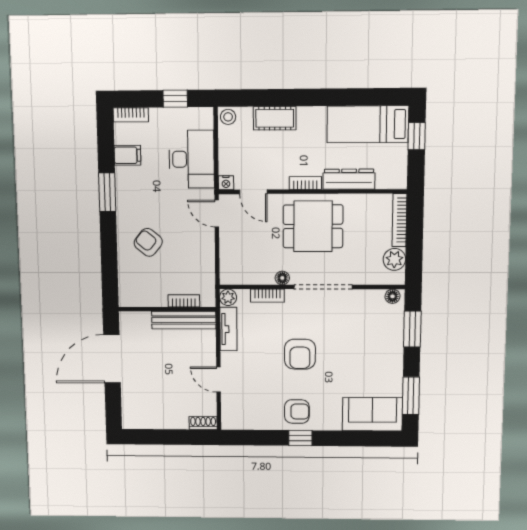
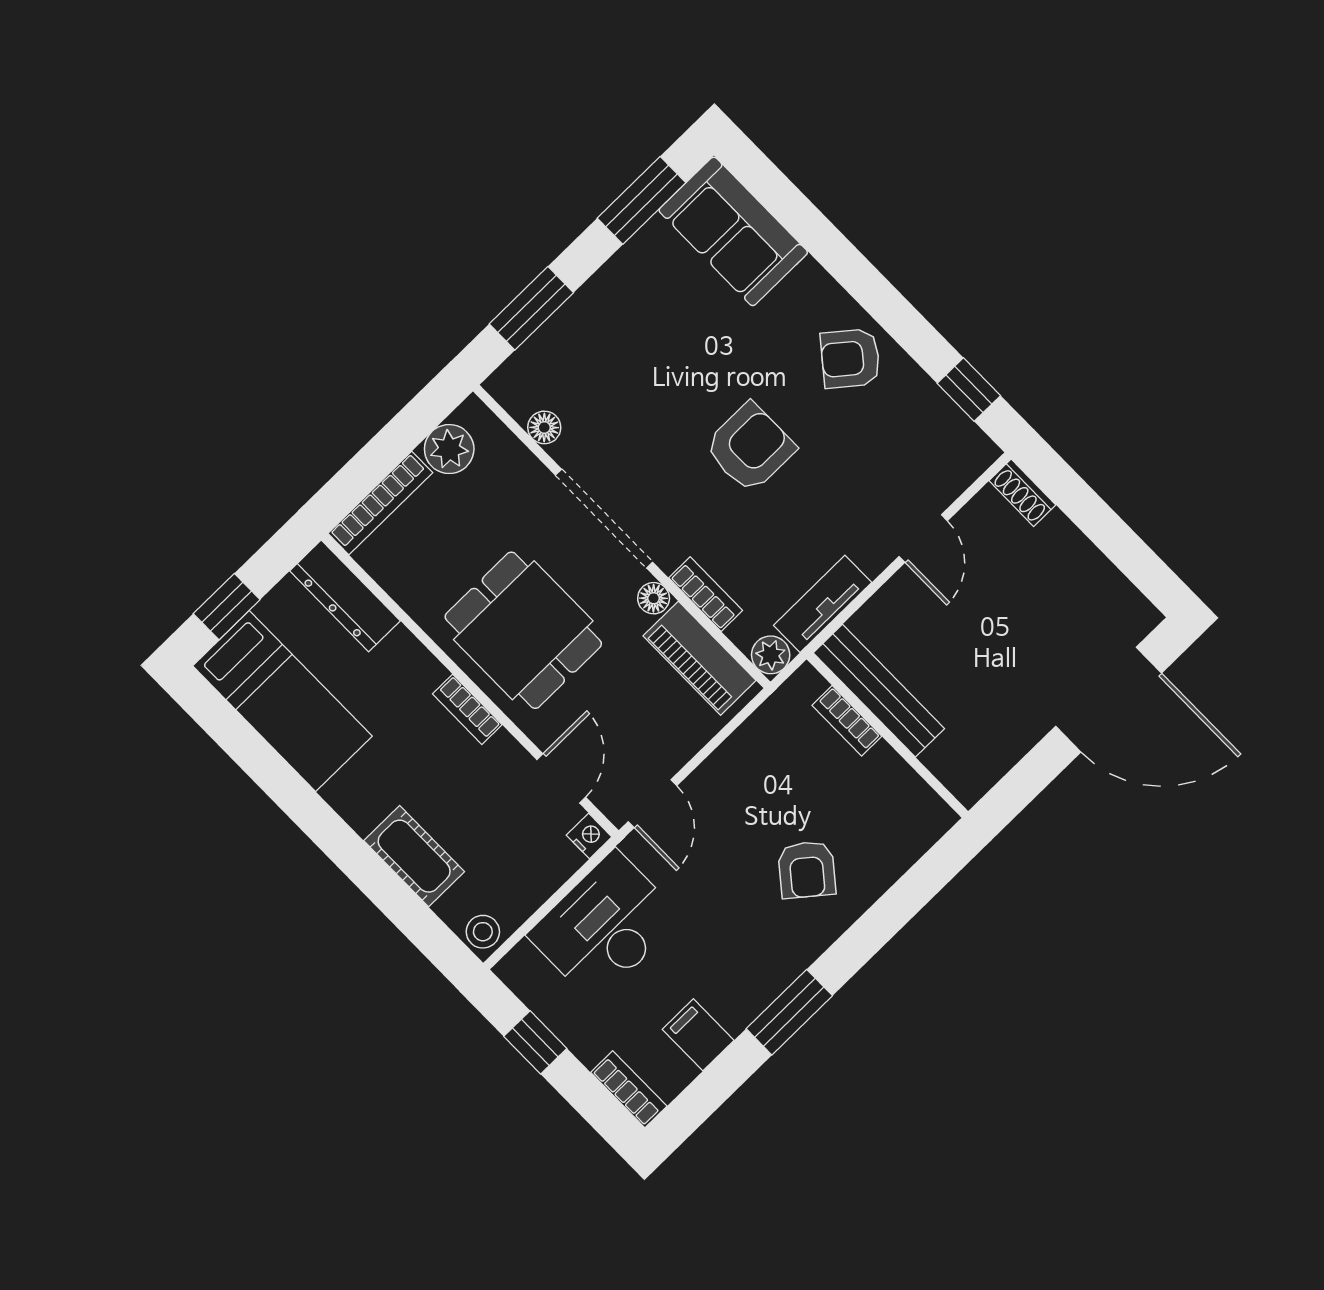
dresser: (349, 179) -> (345, 596), moved
piano: (249, 274) -> (700, 658), added
floor lamp: (392, 296) -> (544, 427), moved
door: (112, 359) -> (1109, 700), moved
armchair: (297, 412) -> (850, 358), turned -51
window: (300, 438) -> (969, 389), moved

